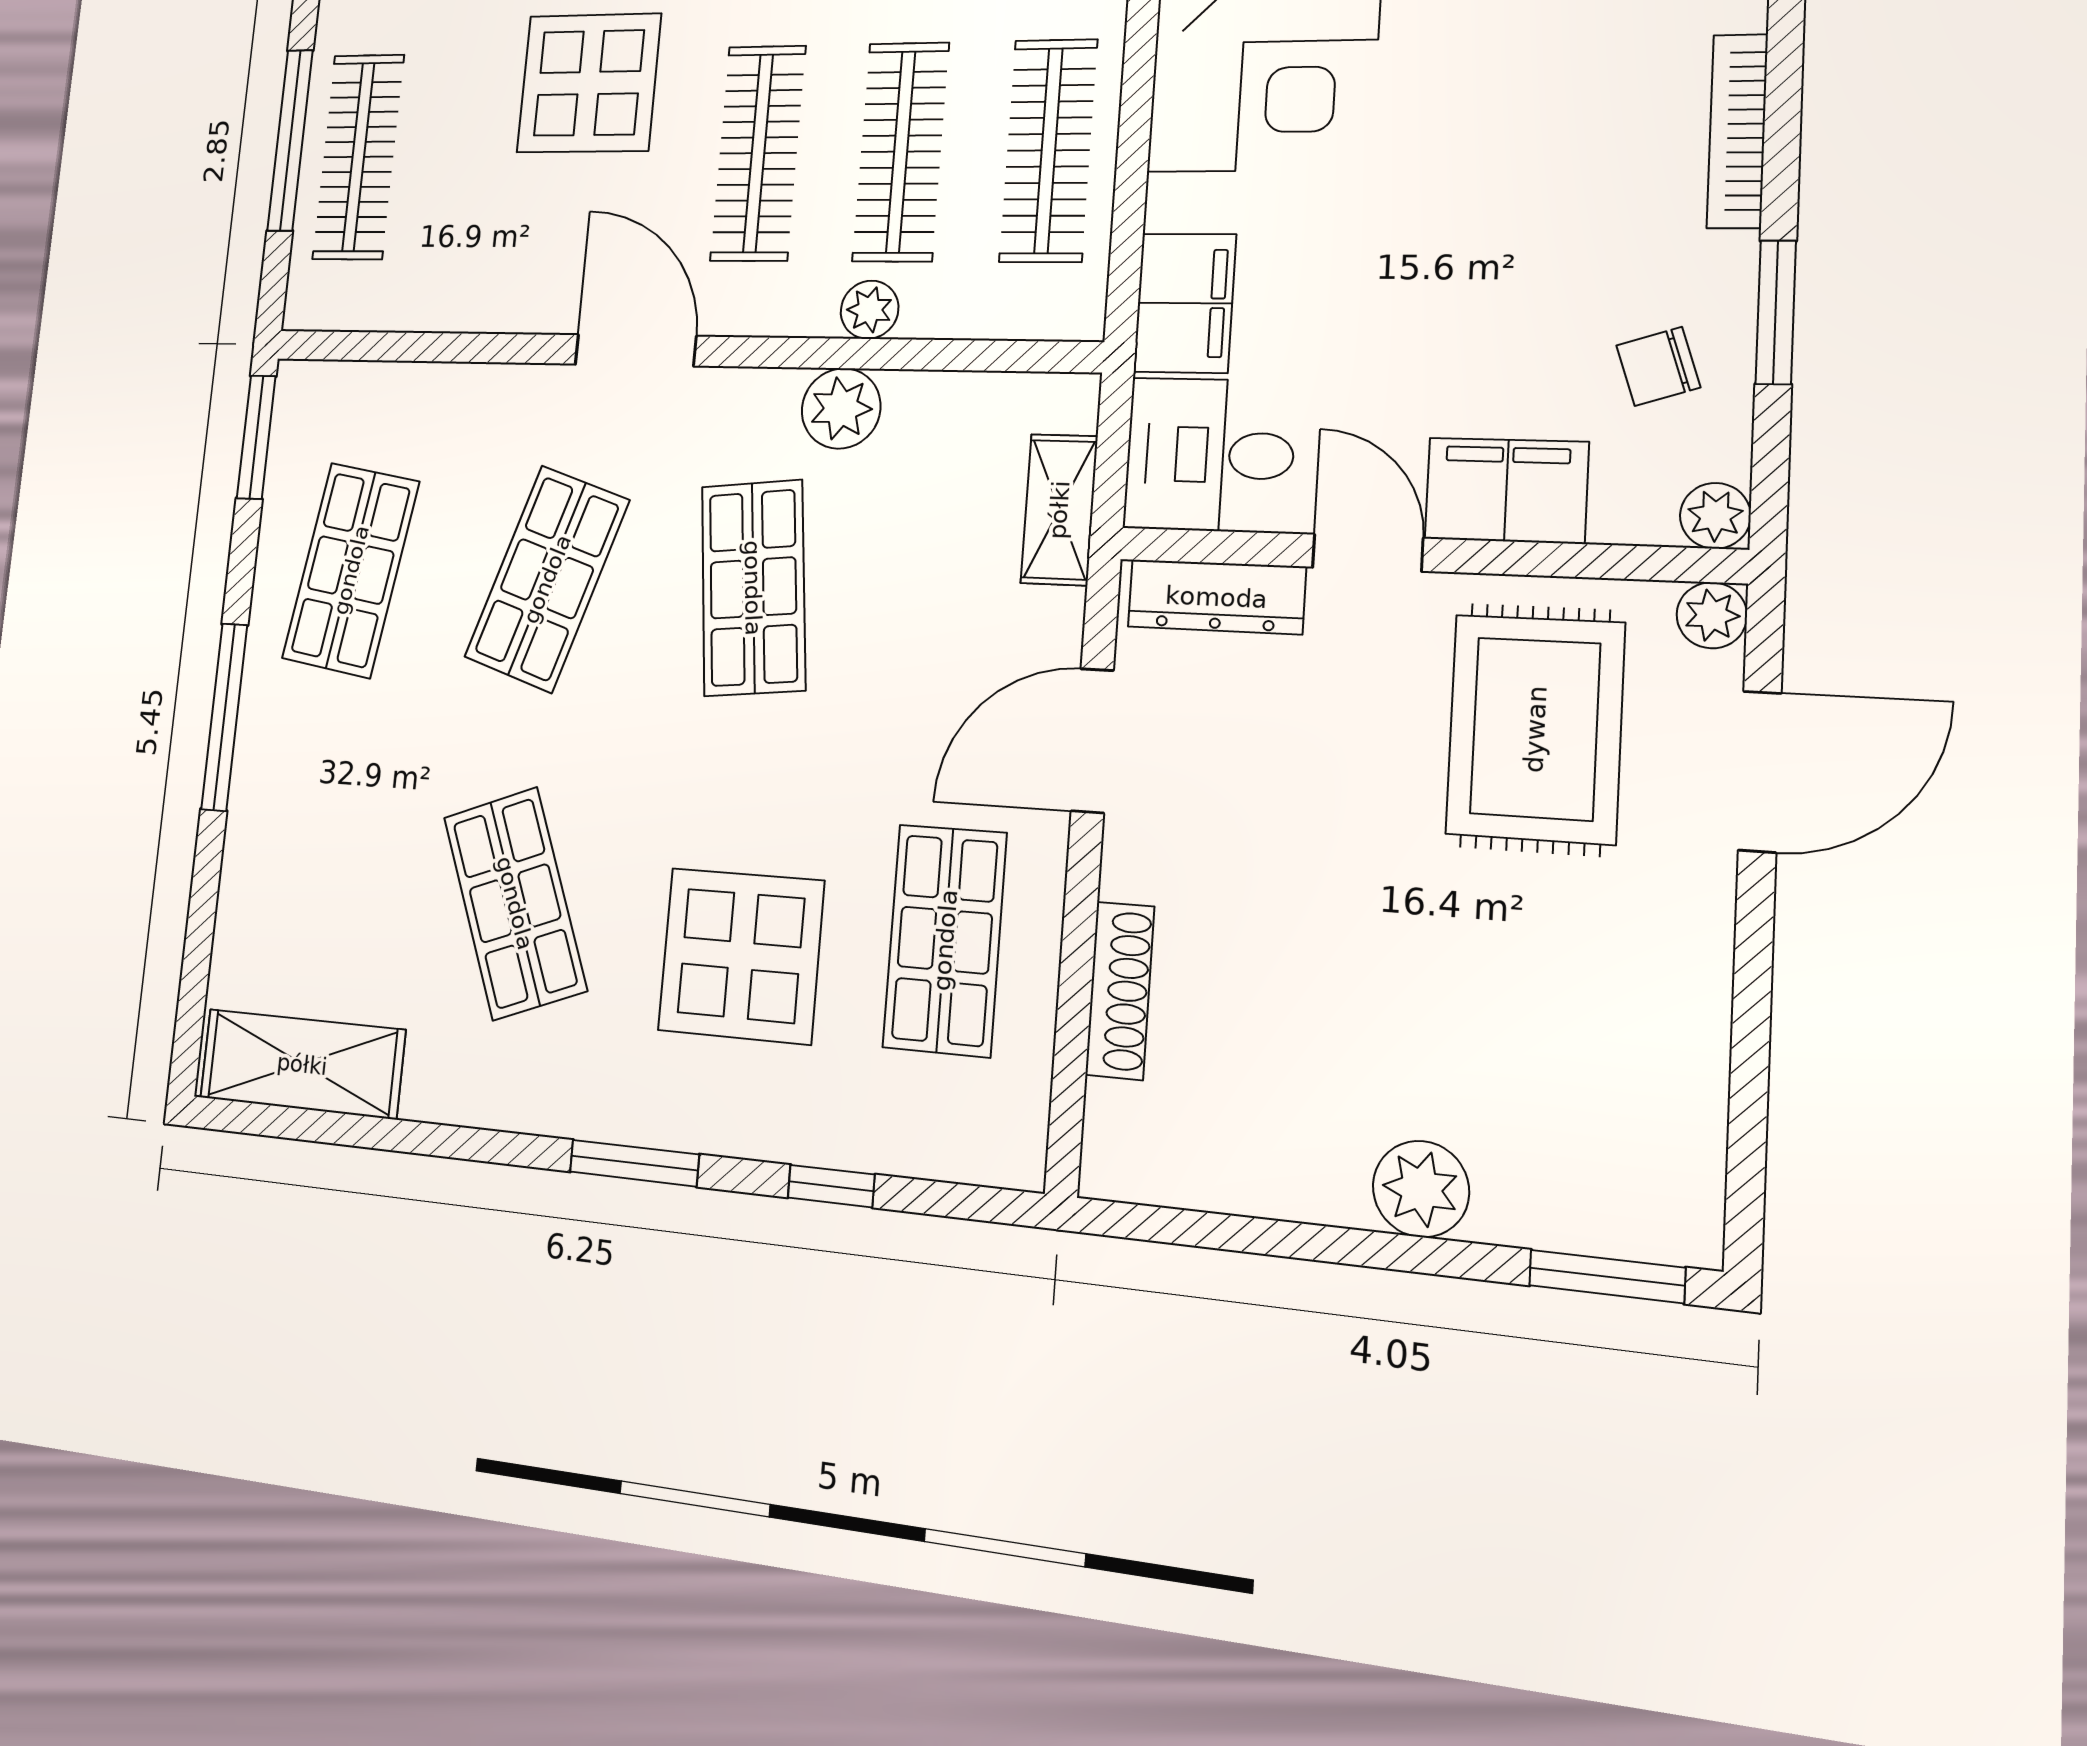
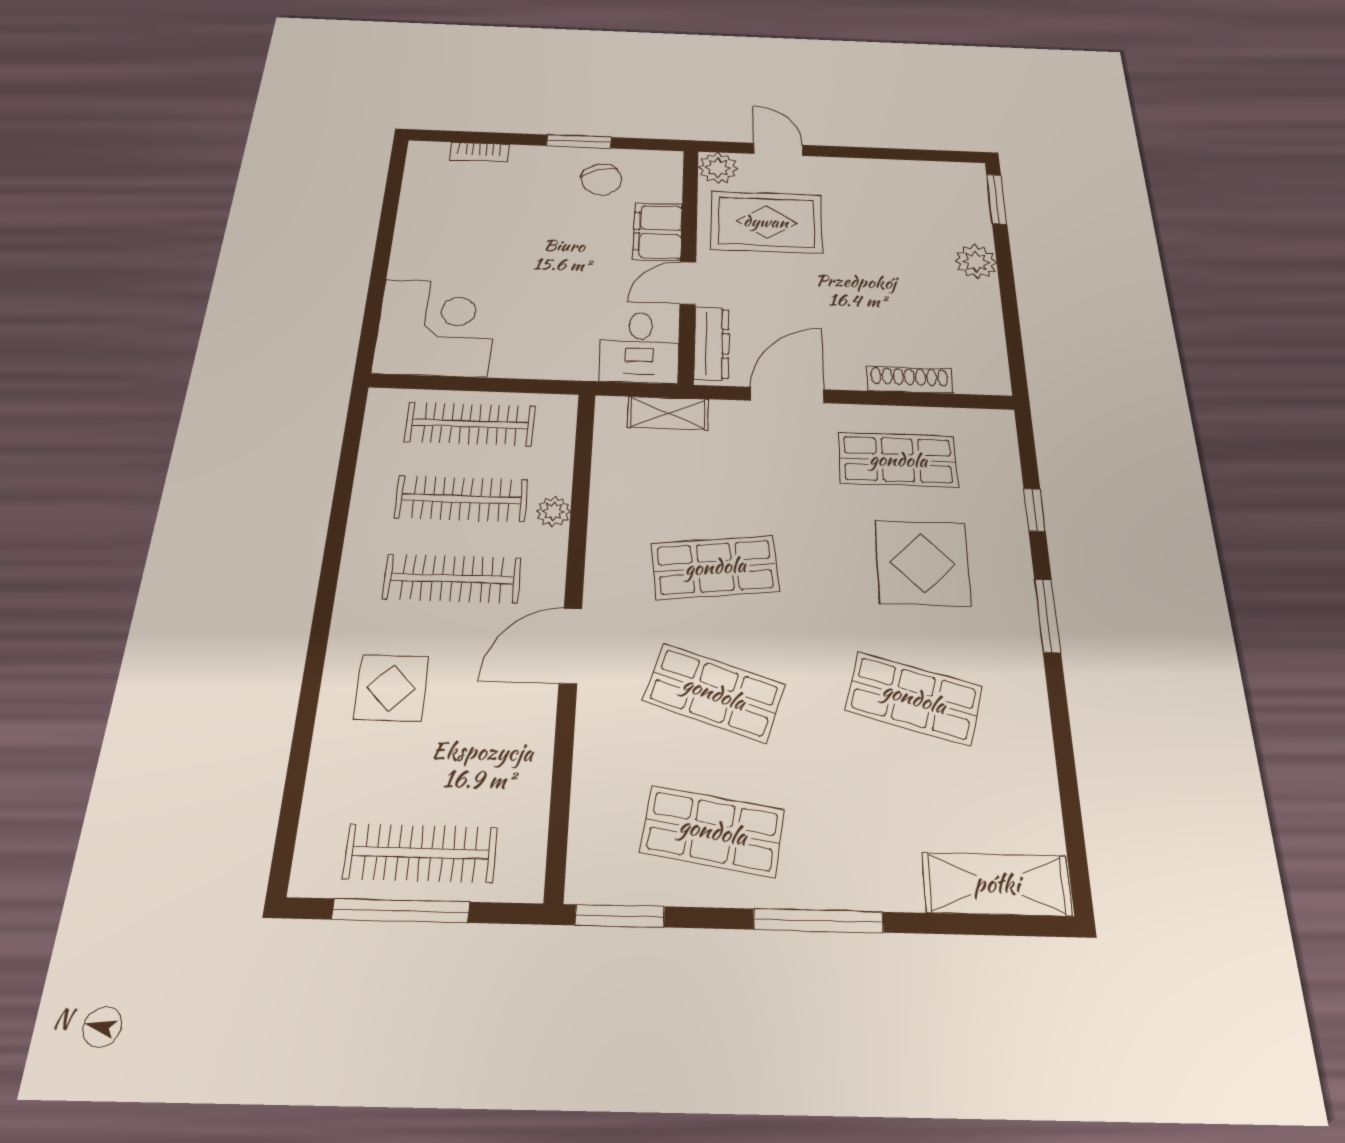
display table: (589, 83) -> (391, 688), width x0.73, depth x0.73
bookcase: (1737, 131) -> (479, 152), width x0.64
filing cabinet: (1185, 303) -> (560, 359), removed
chair: (1658, 366) -> (601, 180), width x1.37, depth x1.37
plant: (841, 408) -> (611, 524), removed
plant: (1715, 516) -> (669, 162), removed
plant: (1712, 615) -> (718, 168), width x1.38, depth x1.38
door: (1092, 741) -> (787, 395), swing flipped
door: (1760, 772) -> (778, 149), width x0.73
shop shelf: (515, 903) -> (914, 698), turned 36
shelving: (302, 1064) -> (997, 884), moved, turned 90

